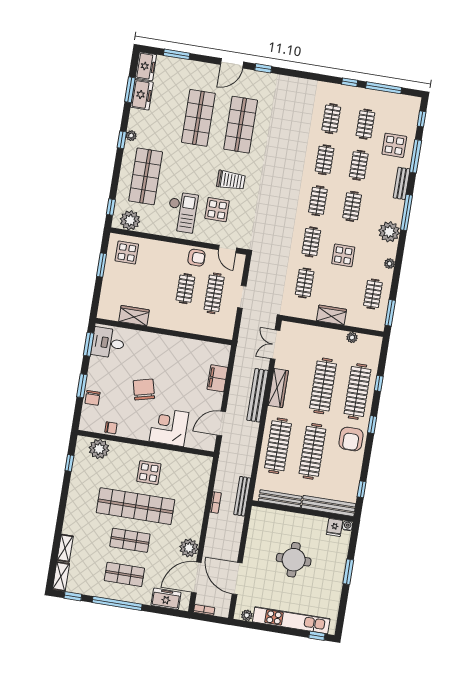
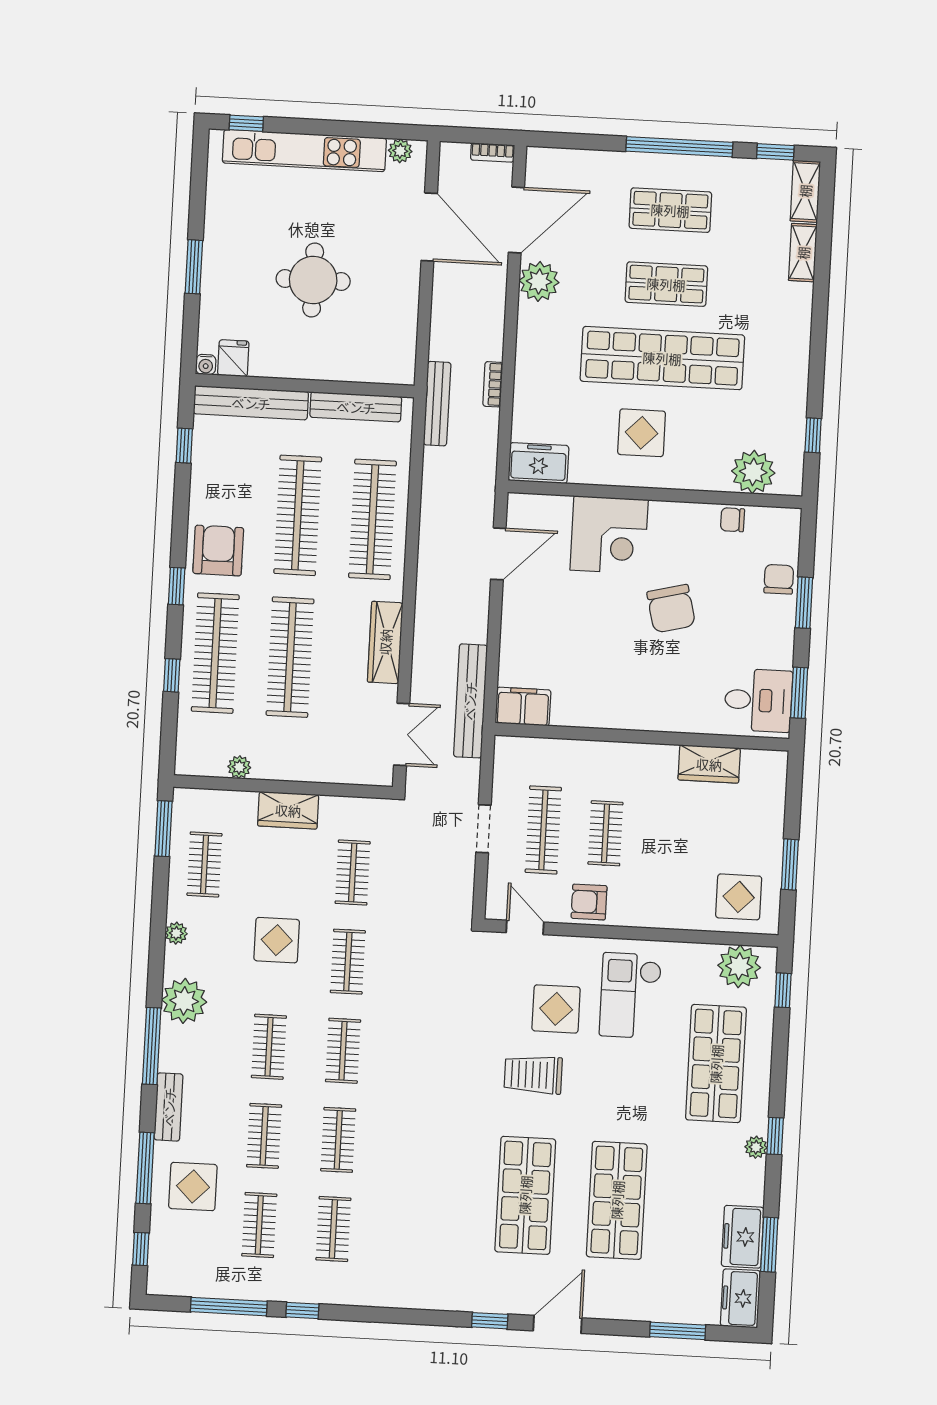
filing cabinet: (217, 378) -> (523, 707), moved, turned -90
bench: (257, 395) -> (470, 701), moved
freezer: (166, 599) -> (538, 463), moved, turned 180

